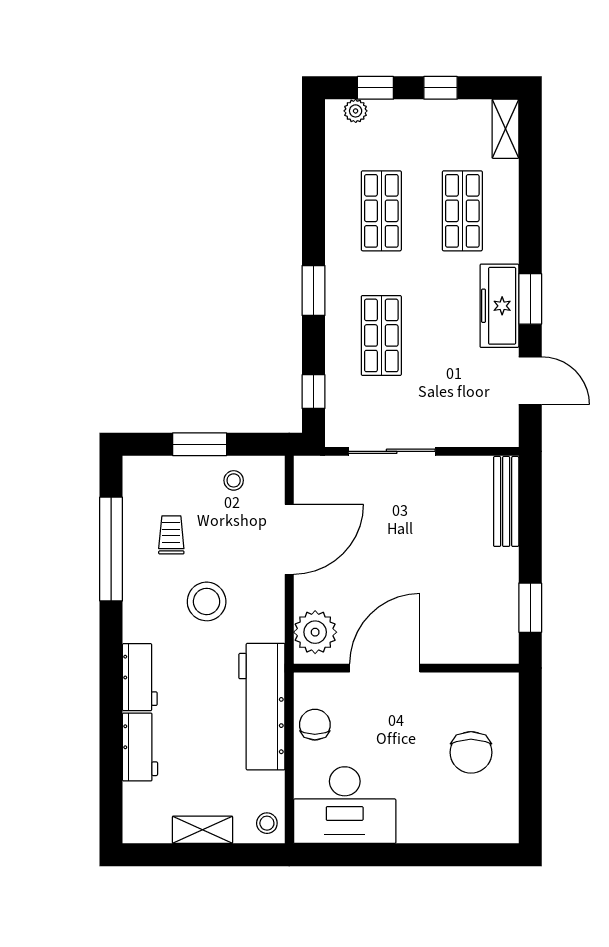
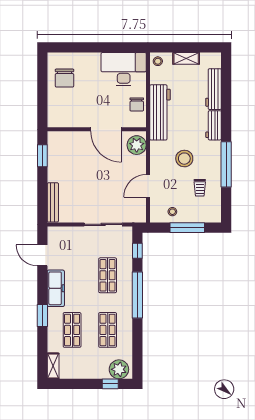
window: (441, 88) -> (82, 384), removed
plant: (356, 111) -> (119, 369), width x1.88, depth x1.88
window: (313, 290) -> (137, 295), width x2.11
window: (530, 299) -> (42, 315), moved
window: (200, 444) -> (187, 228), width x1.44
door: (289, 539) -> (148, 186), width x0.73
window: (111, 549) -> (226, 164), moved
door: (385, 668) -> (106, 129), hinge flipped
workbench: (140, 747) -> (213, 89), width x1.37
chair: (471, 752) -> (65, 78), moved, turned 180

